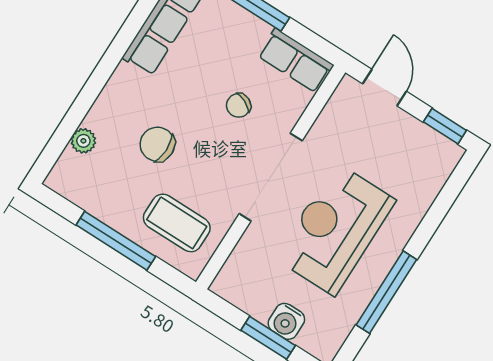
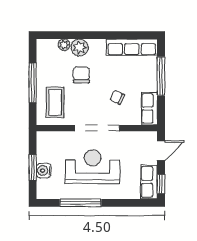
plant: (106, 116) -> (80, 47), added
row of seats: (427, 145) -> (149, 182), added

